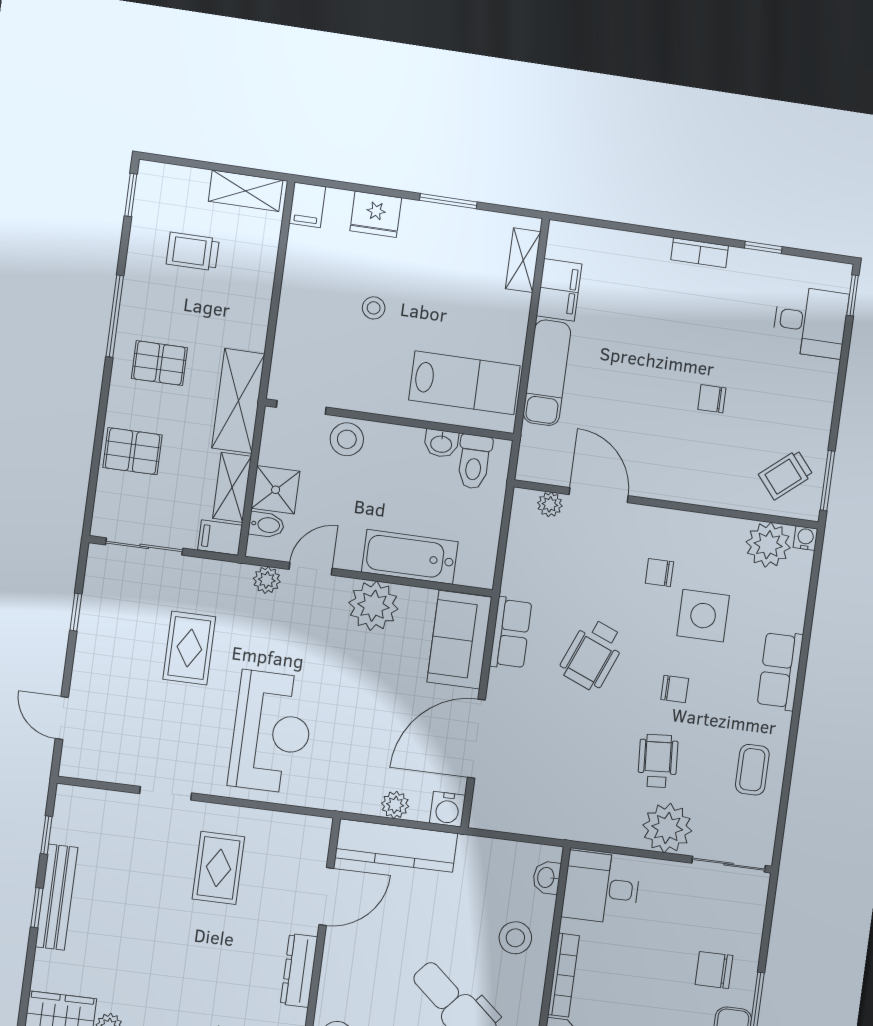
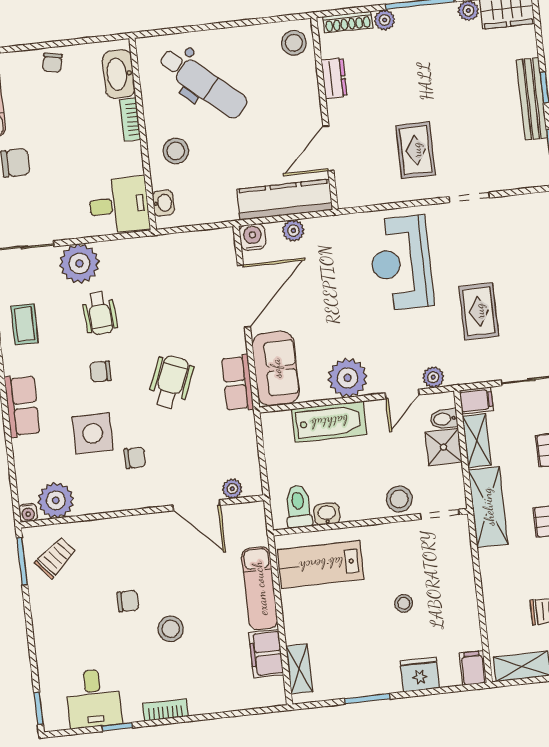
desk: (810, 322) -> (94, 698), moved, turned -90
stool: (668, 351) -> (171, 629), added
dresser: (299, 970) -> (334, 78), width x0.70
bookcase: (564, 975) -> (130, 120), width x0.64

